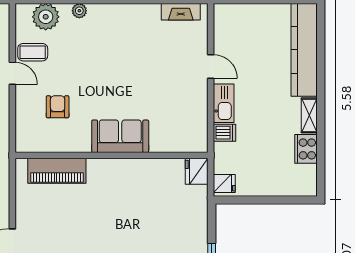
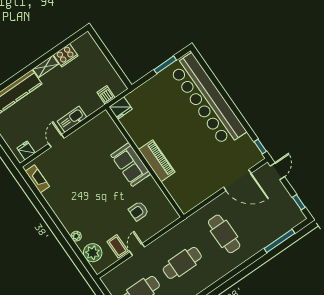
dishwasher: (225, 133) -> (106, 95), moved
piano: (57, 171) -> (157, 161), moved
fridge: (224, 184) -> (26, 151), moved

